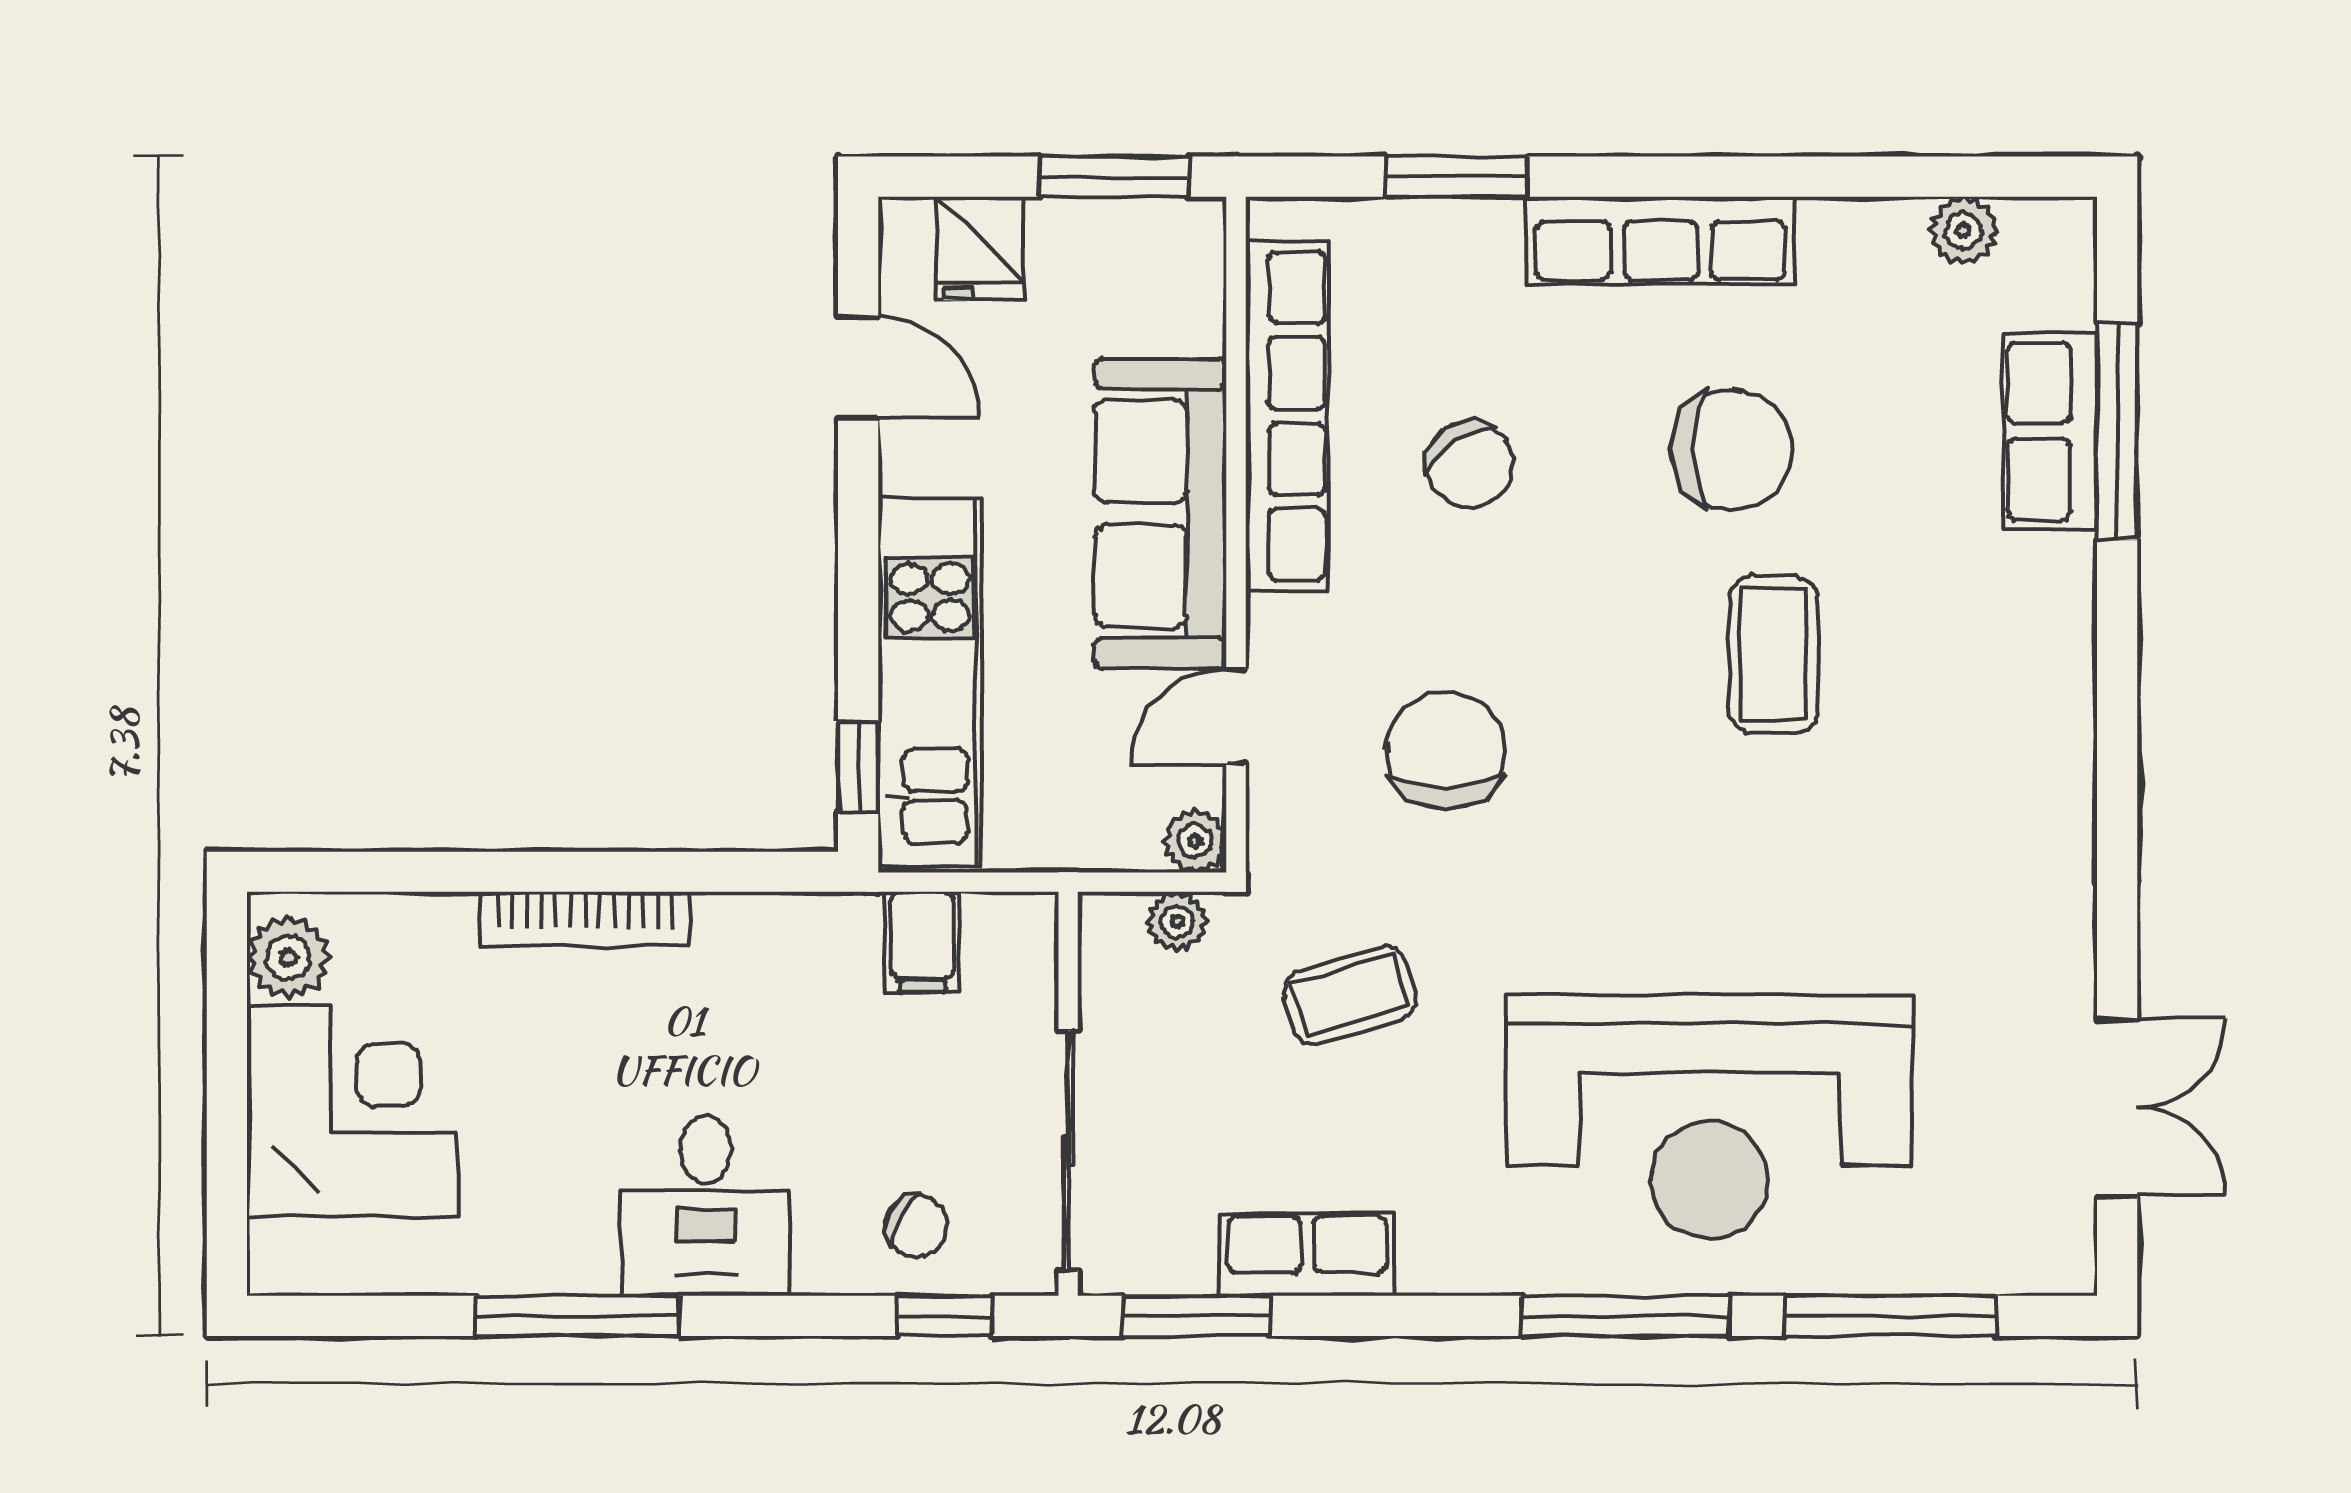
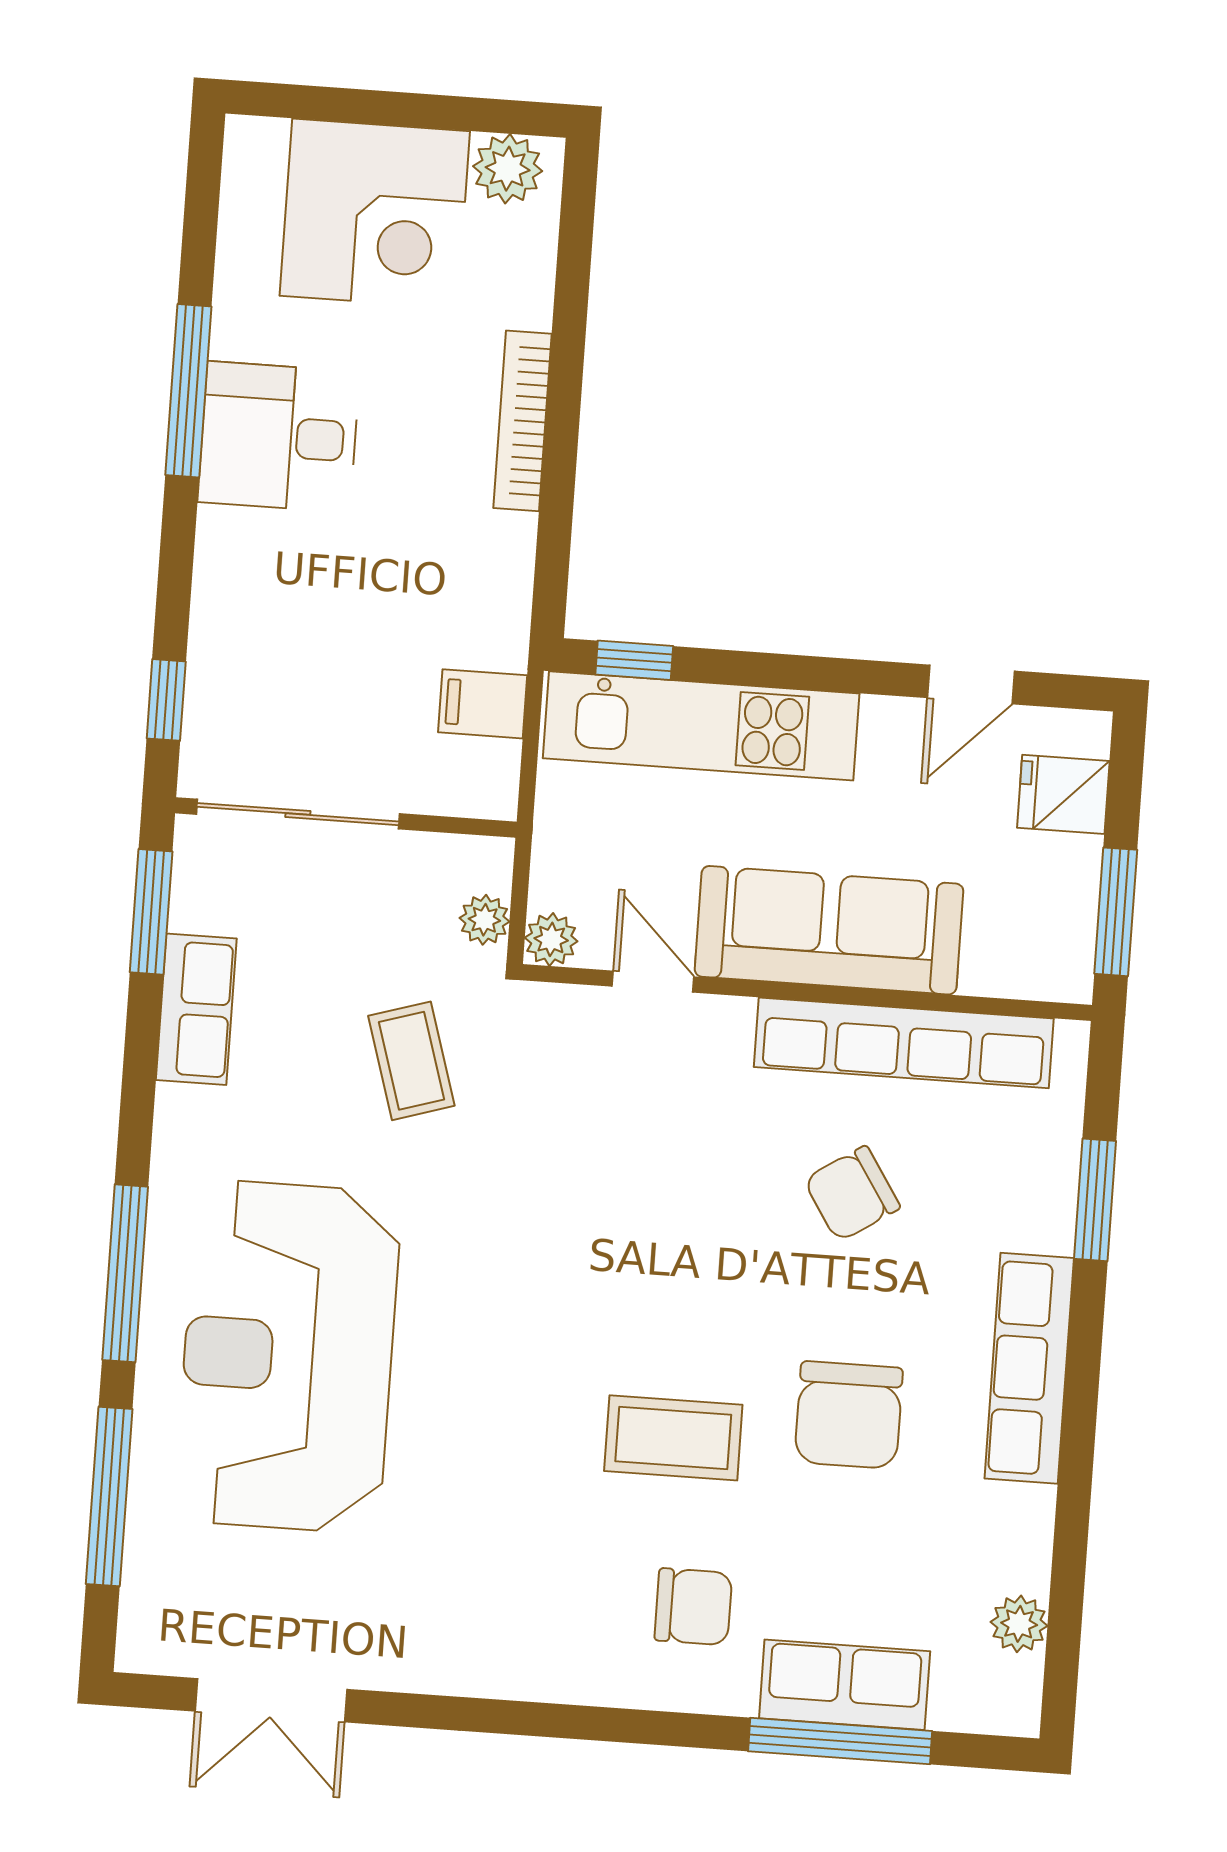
chair: (1446, 751) -> (693, 1607), moved, width x0.73, depth x0.73
desk: (706, 1205) -> (279, 437), moved
chair: (917, 1226) -> (244, 682), removed

